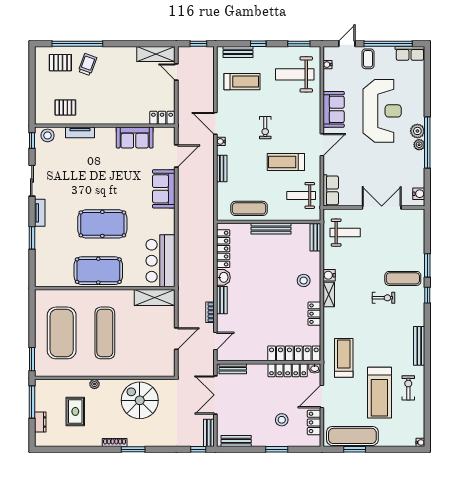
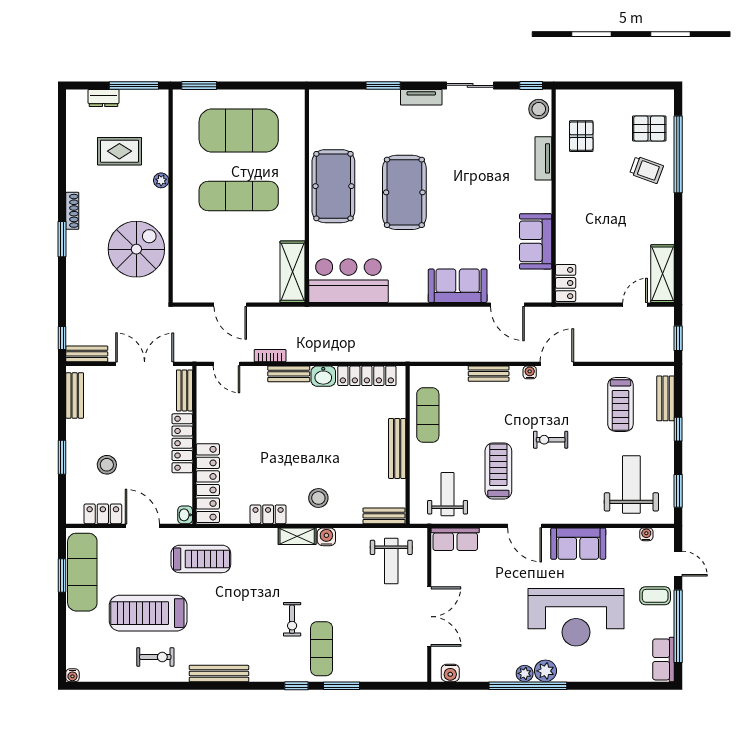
pallet: (60, 63) -> (649, 128), turned 90
locker: (288, 370) -> (182, 443), moved

